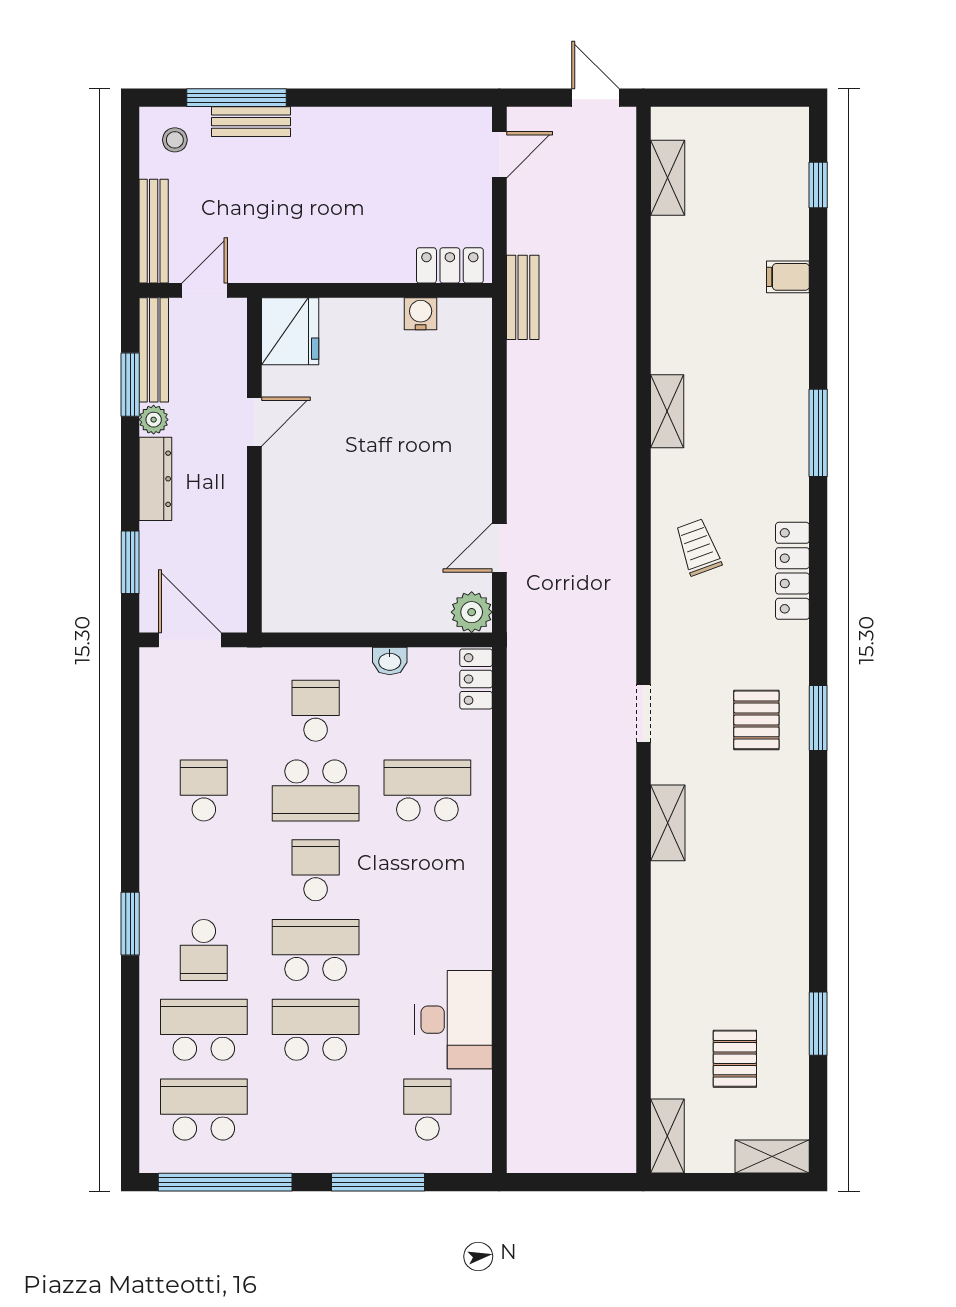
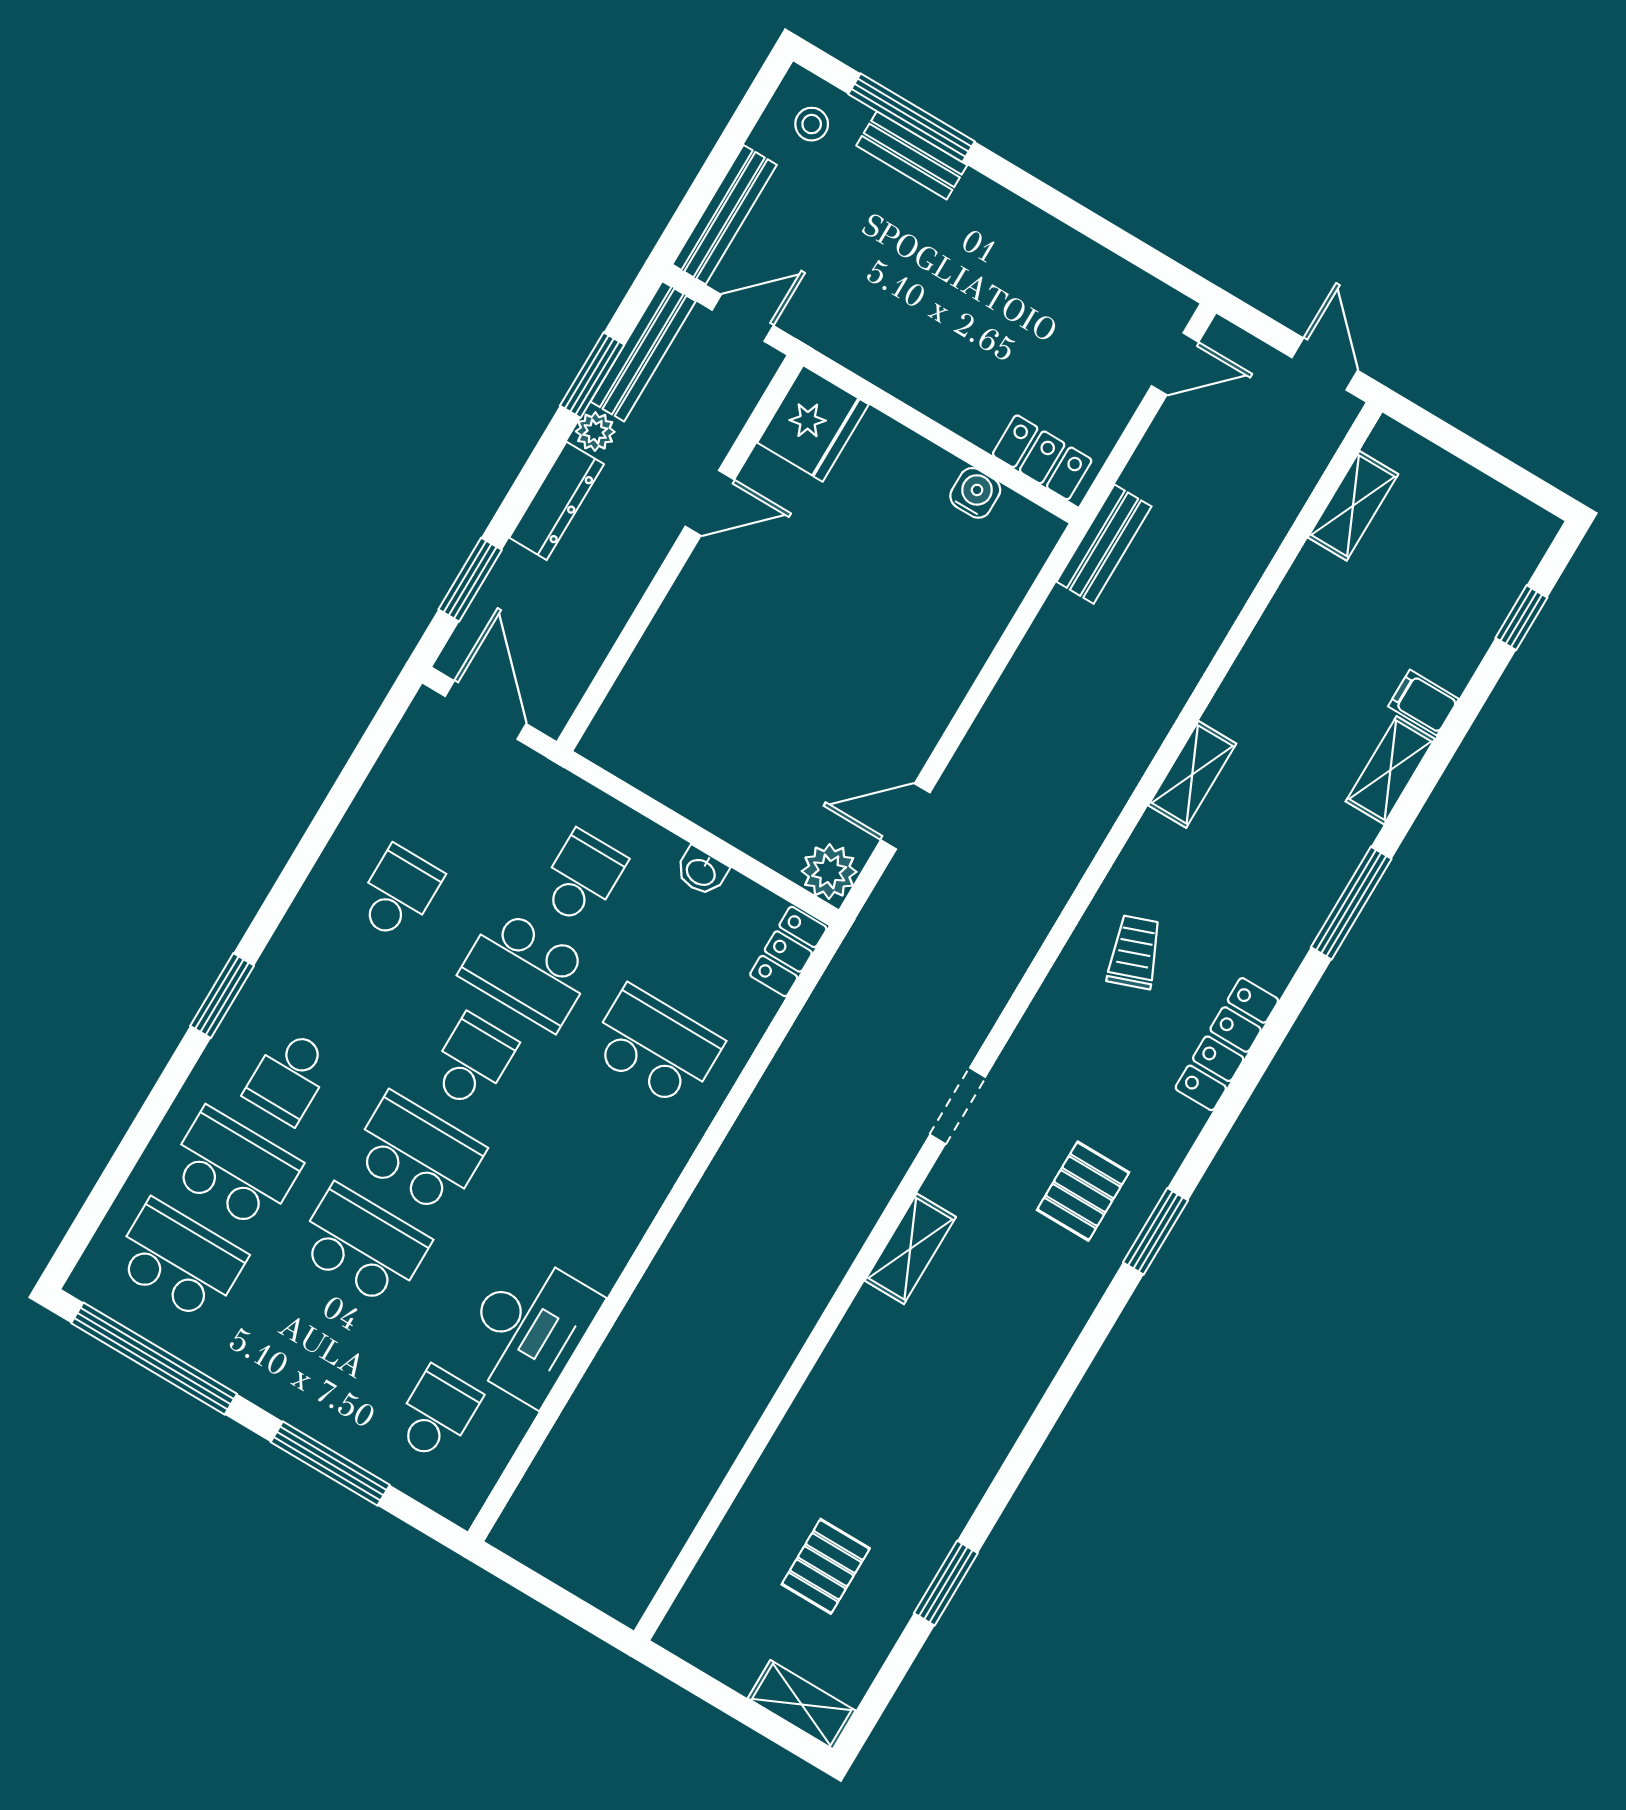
shelving: (667, 1136) -> (1390, 770), moved

